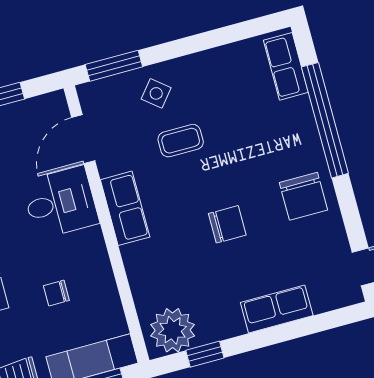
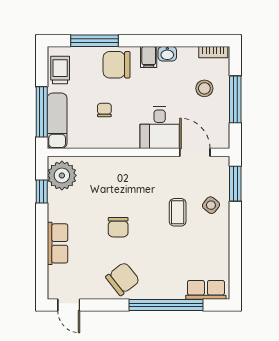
chair: (303, 196) -> (123, 279), turned 142
row of seats: (125, 208) -> (145, 167), removed

